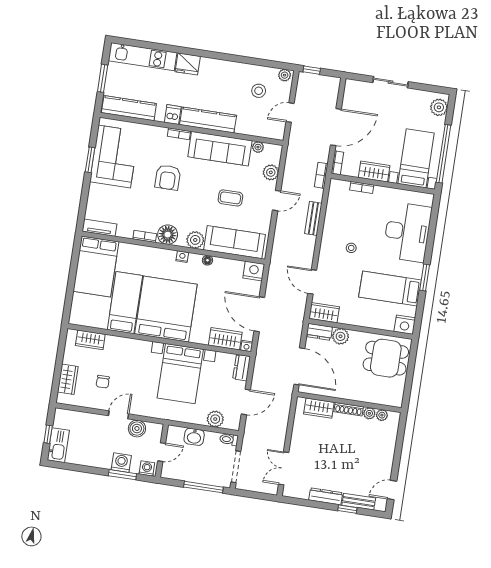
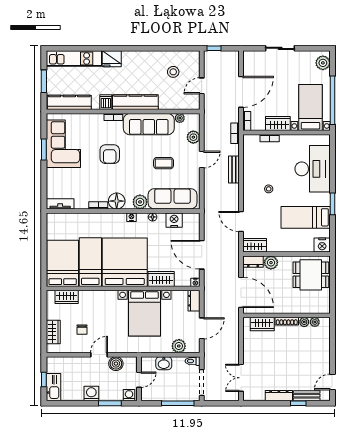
plant: (285, 75) -> (193, 56), removed
bed: (96, 266) -> (63, 263), moved, turned 180
nightstand: (254, 271) -> (174, 220), moved
wardrobe: (225, 339) -> (161, 279), moved
washing machine: (121, 463) -> (91, 393), moved

